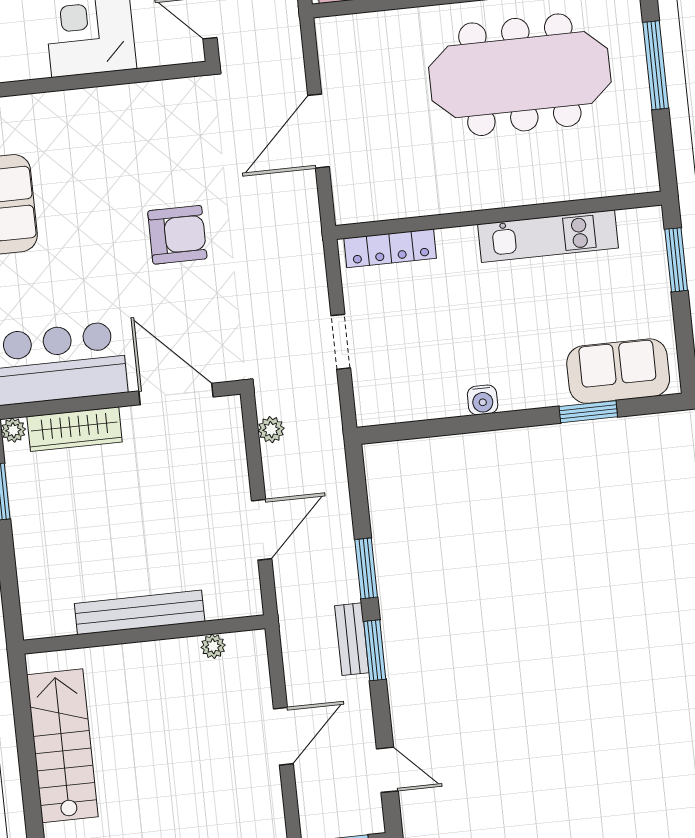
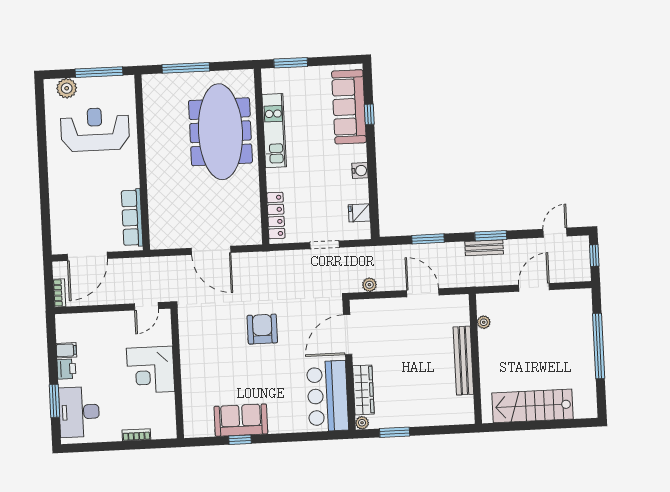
meeting table: (520, 75) -> (220, 132), moved
sofa: (618, 371) -> (349, 107), width x1.36
fridge: (404, 403) -> (359, 213), added
window: (588, 412) -> (369, 114), width x0.67
window: (366, 568) -> (428, 239), moved
door: (283, 736) -> (534, 287), hinge flipped

